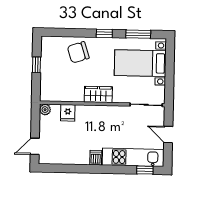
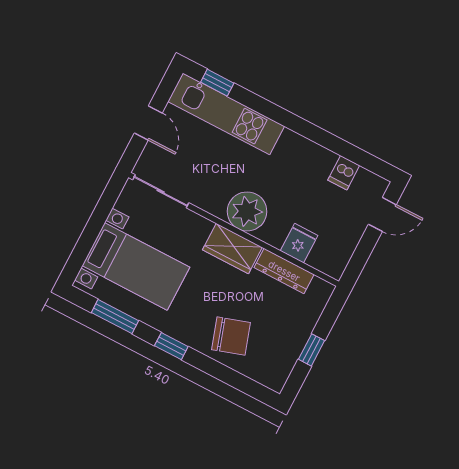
dresser: (68, 96) -> (284, 271), added
plant: (45, 110) -> (247, 211), moved, width x1.88, depth x1.88
dishwasher: (96, 158) -> (344, 173), moved

